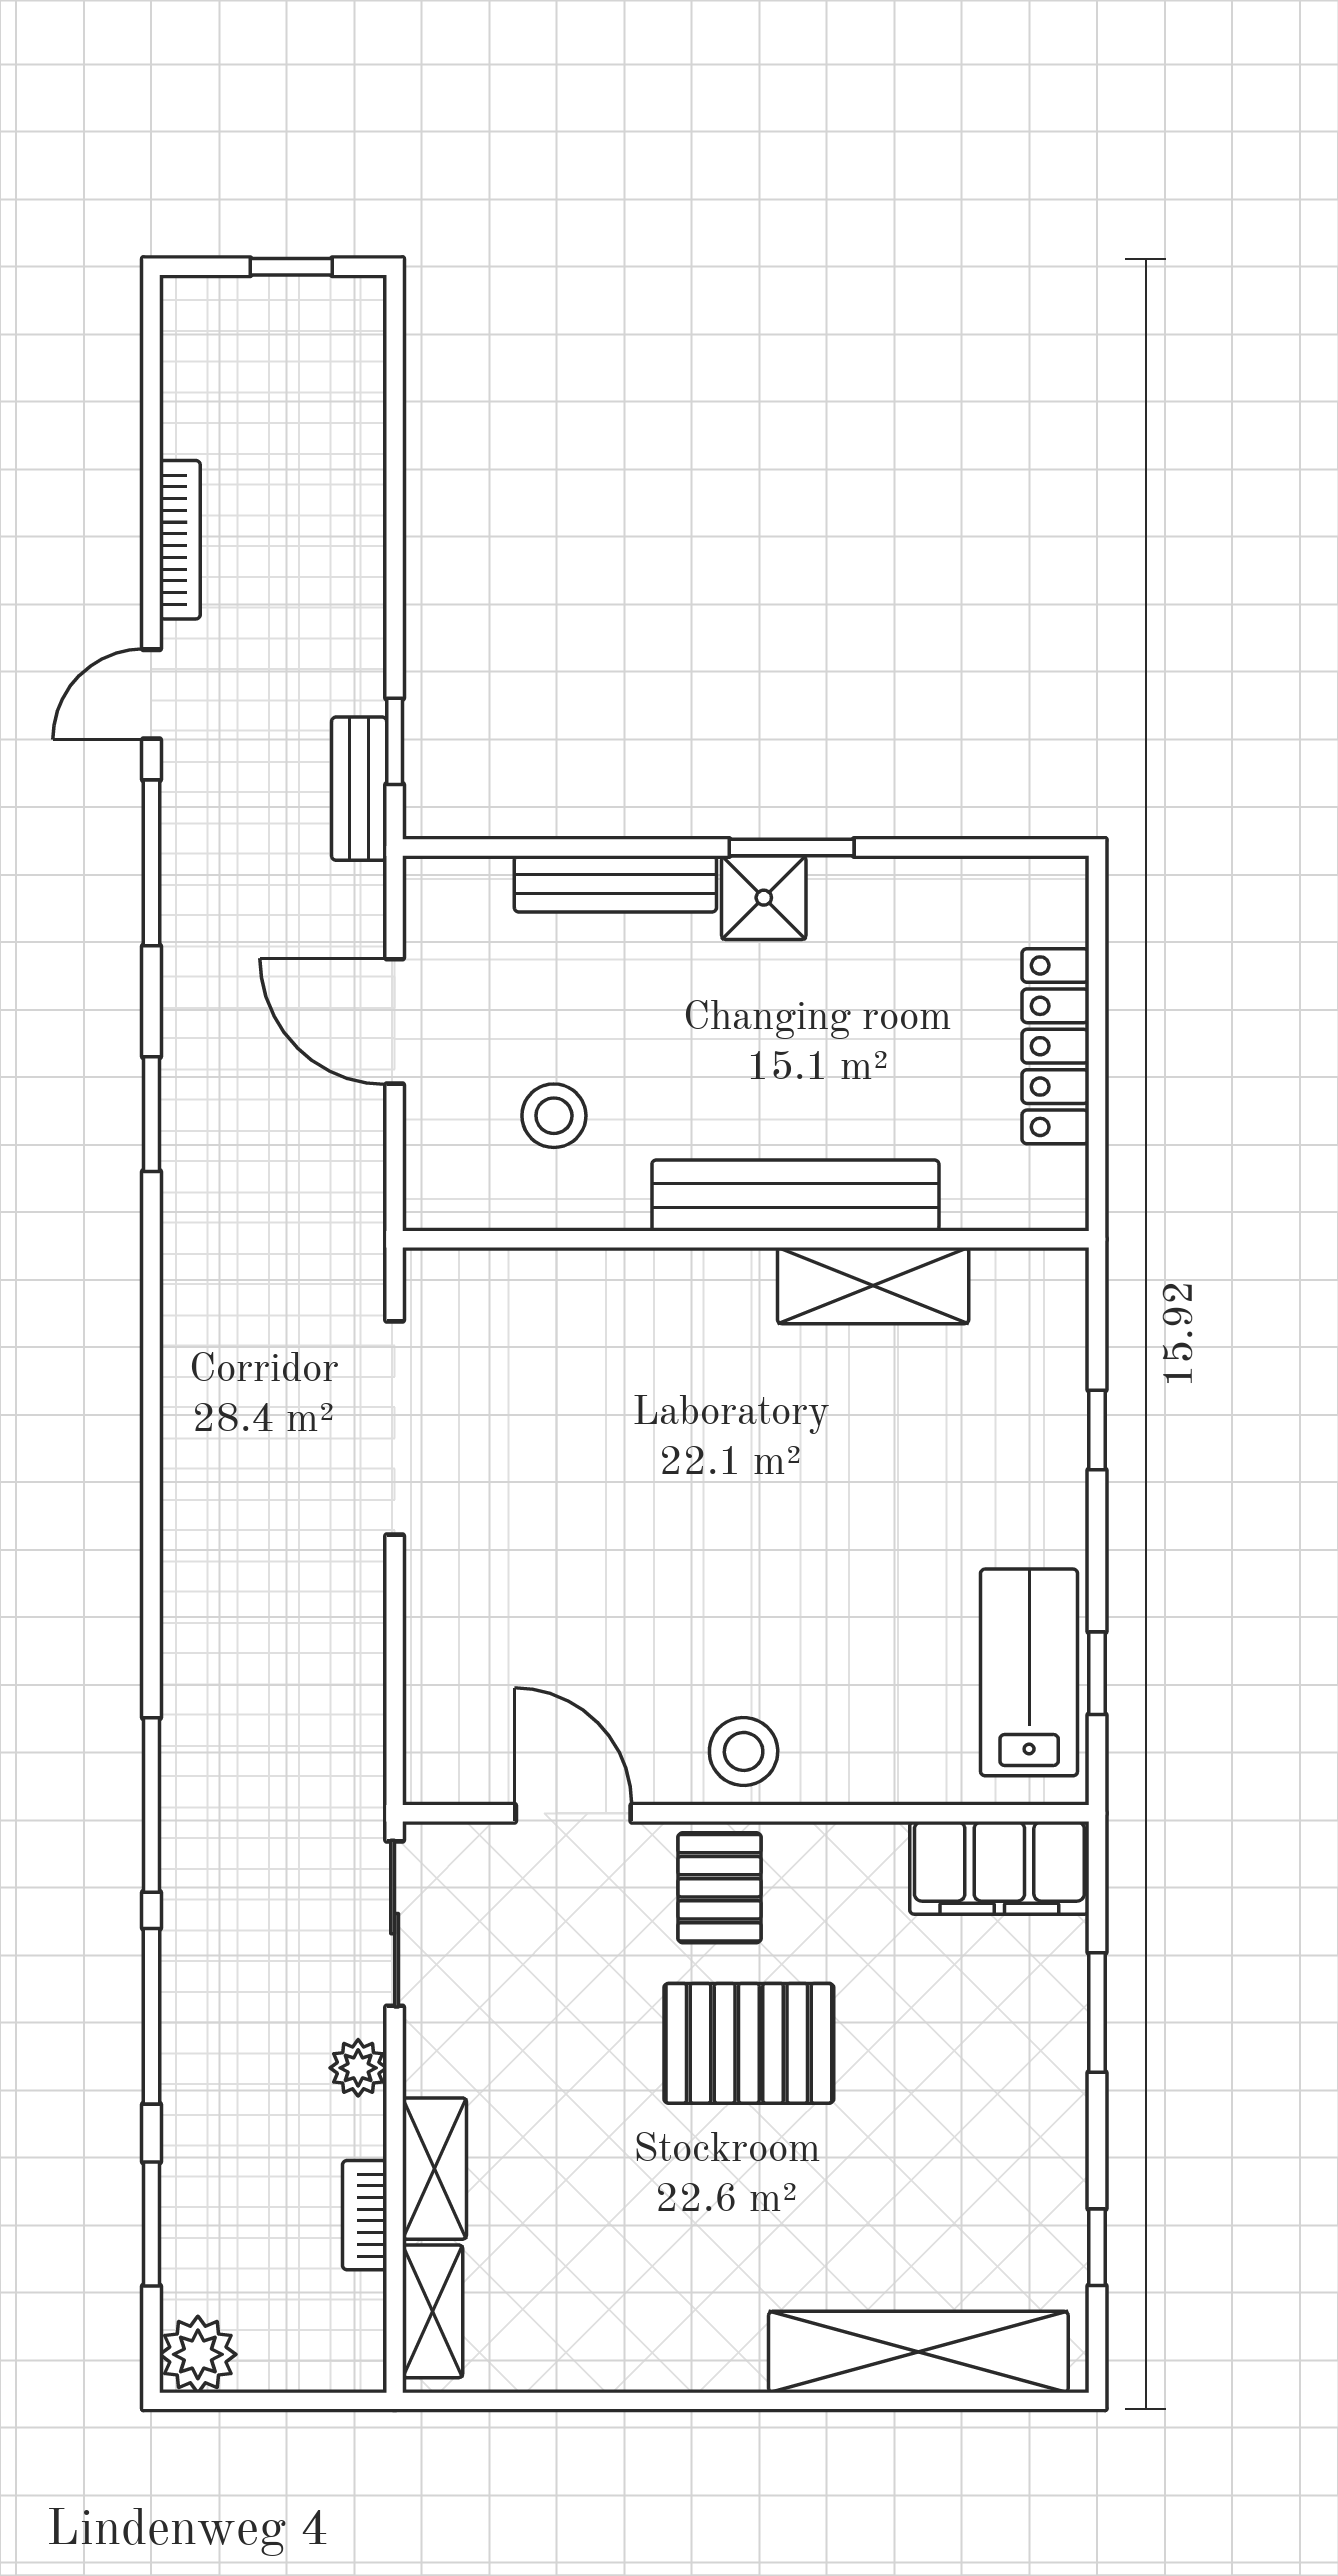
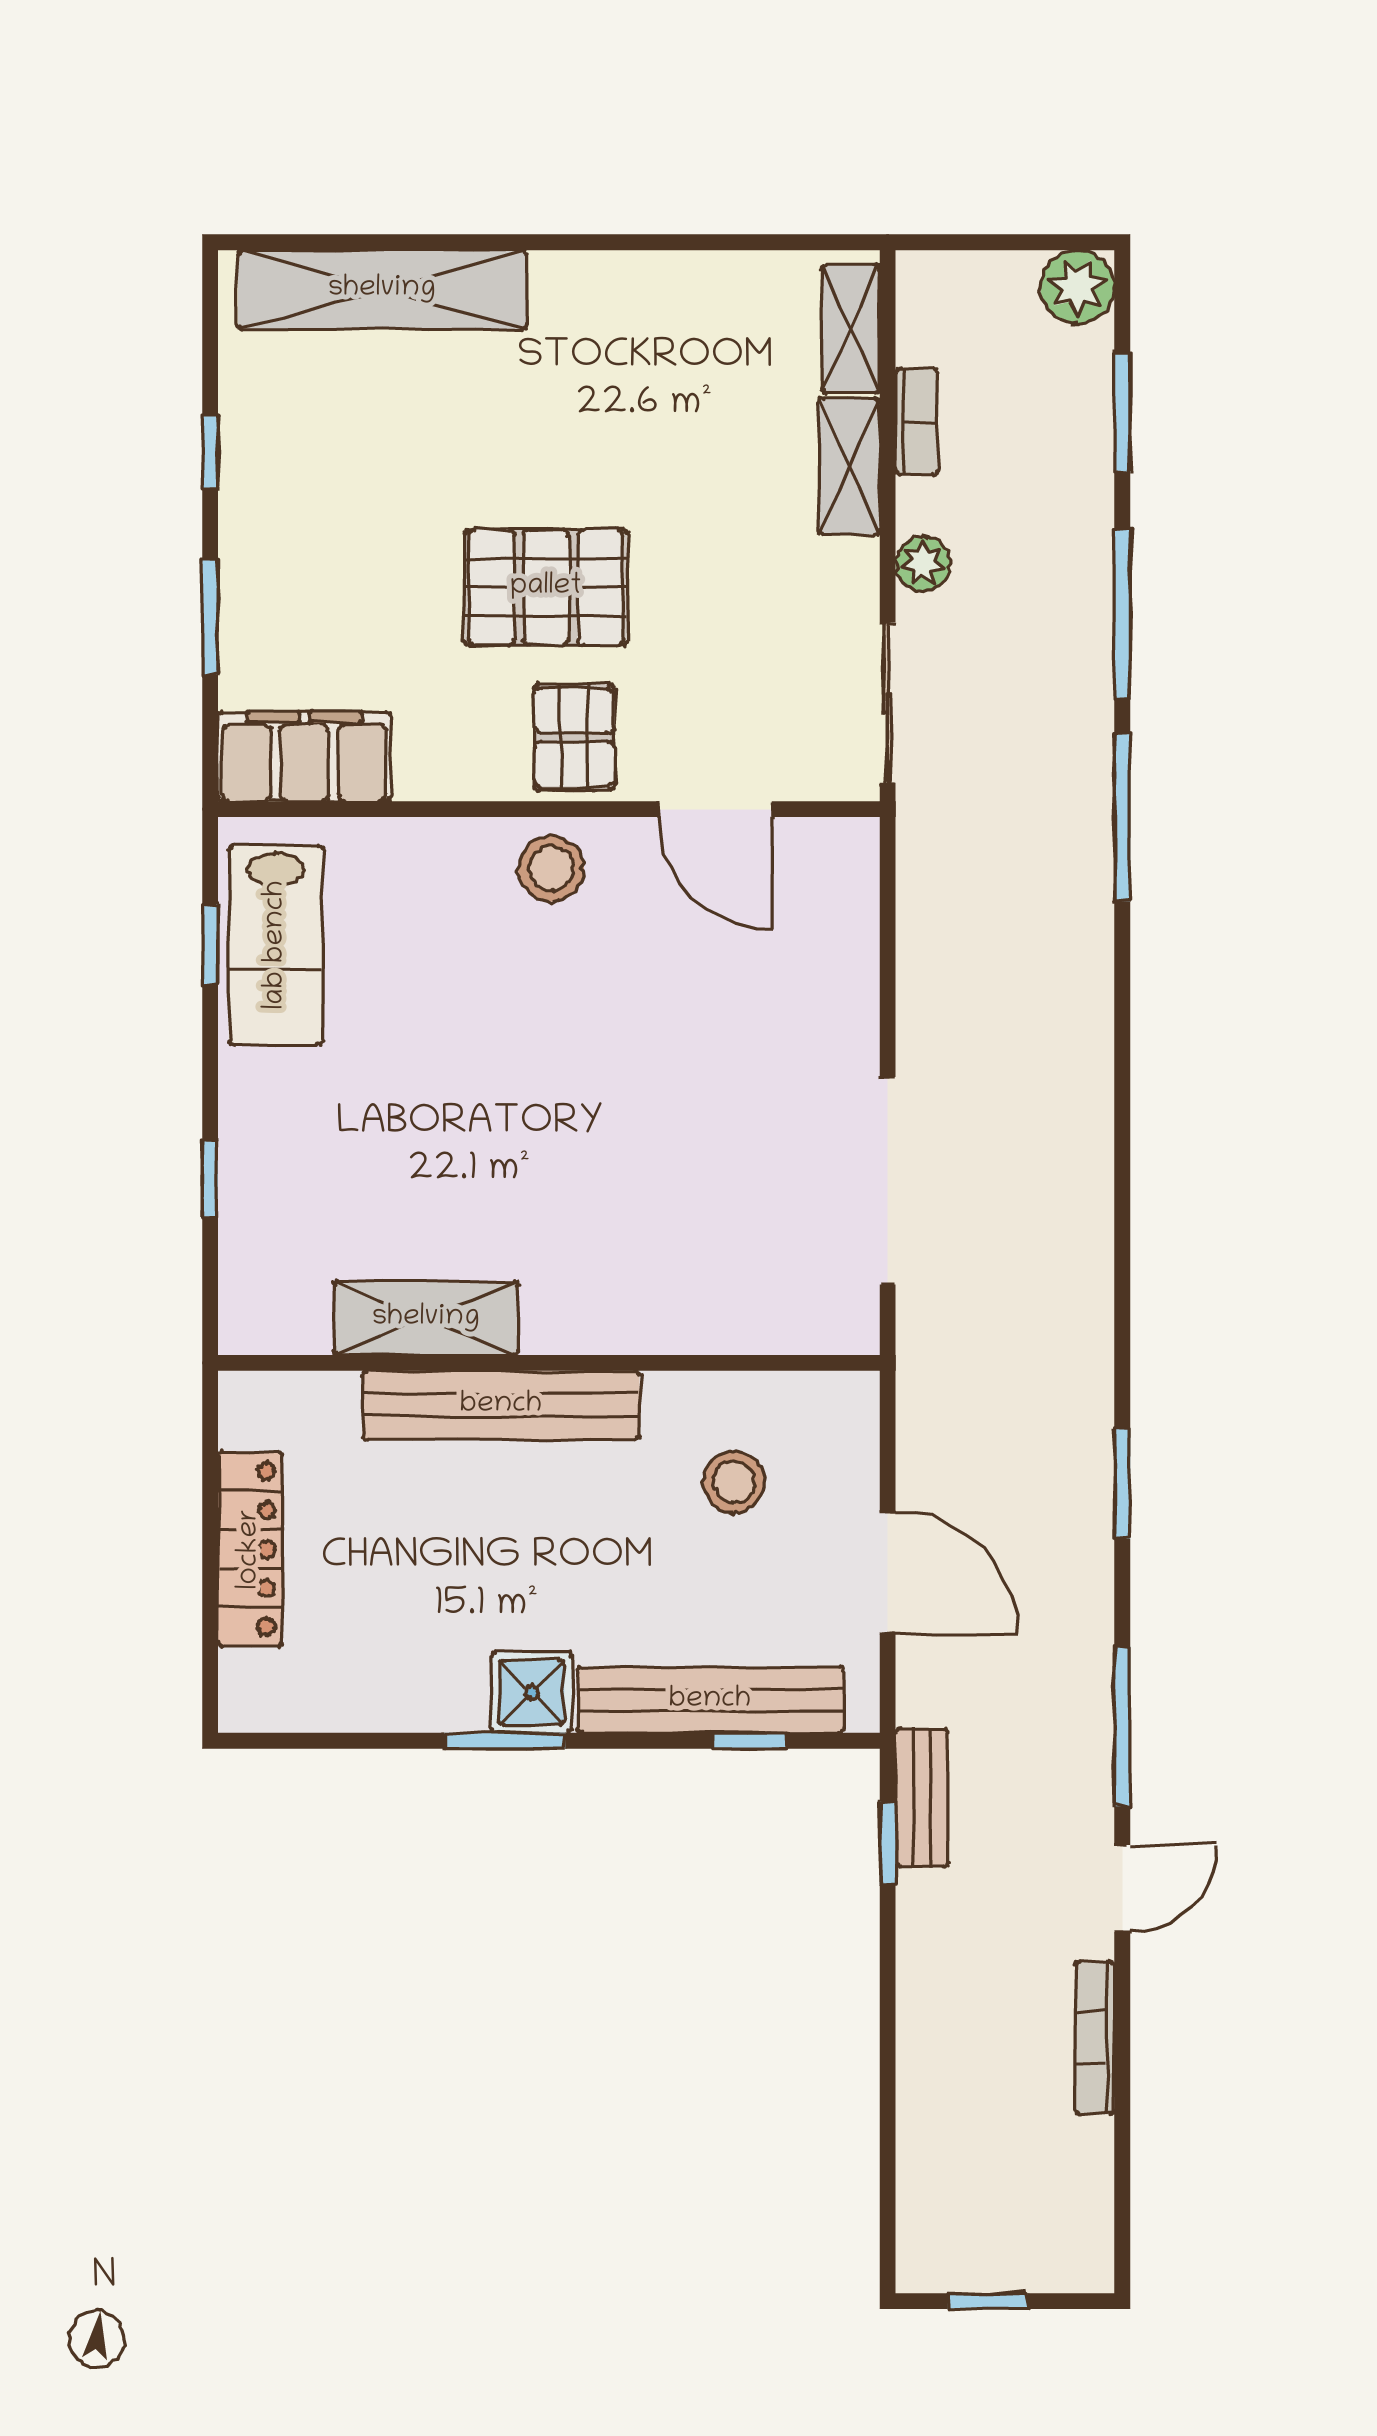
window: (538, 848) -> (749, 1741), added
bench: (615, 884) -> (710, 1700), width x1.37, depth x1.21
window: (1097, 2247) -> (210, 452), moved

